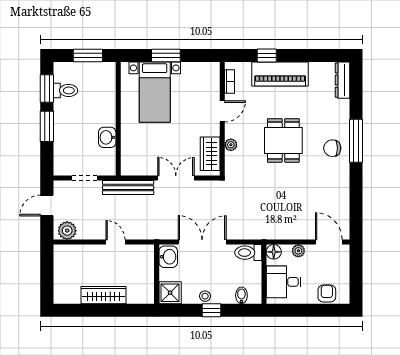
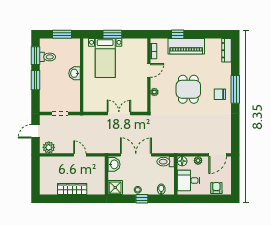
washbasin: (107, 137) -> (75, 73), moved
wardrobe: (210, 154) -> (141, 98), removed
bench: (128, 188) -> (88, 120), removed
door: (329, 242) -> (218, 155), swing flipped

